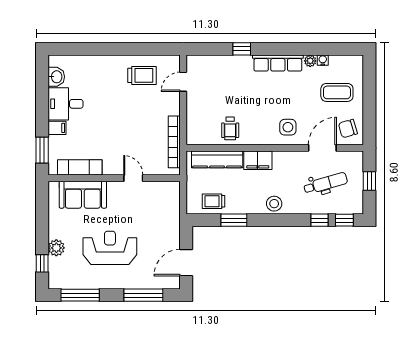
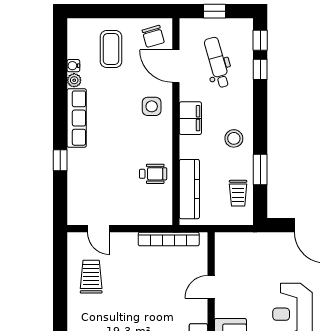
filing cabinet: (258, 160) -> (190, 118), moved
stool: (274, 204) -> (234, 138), moved

